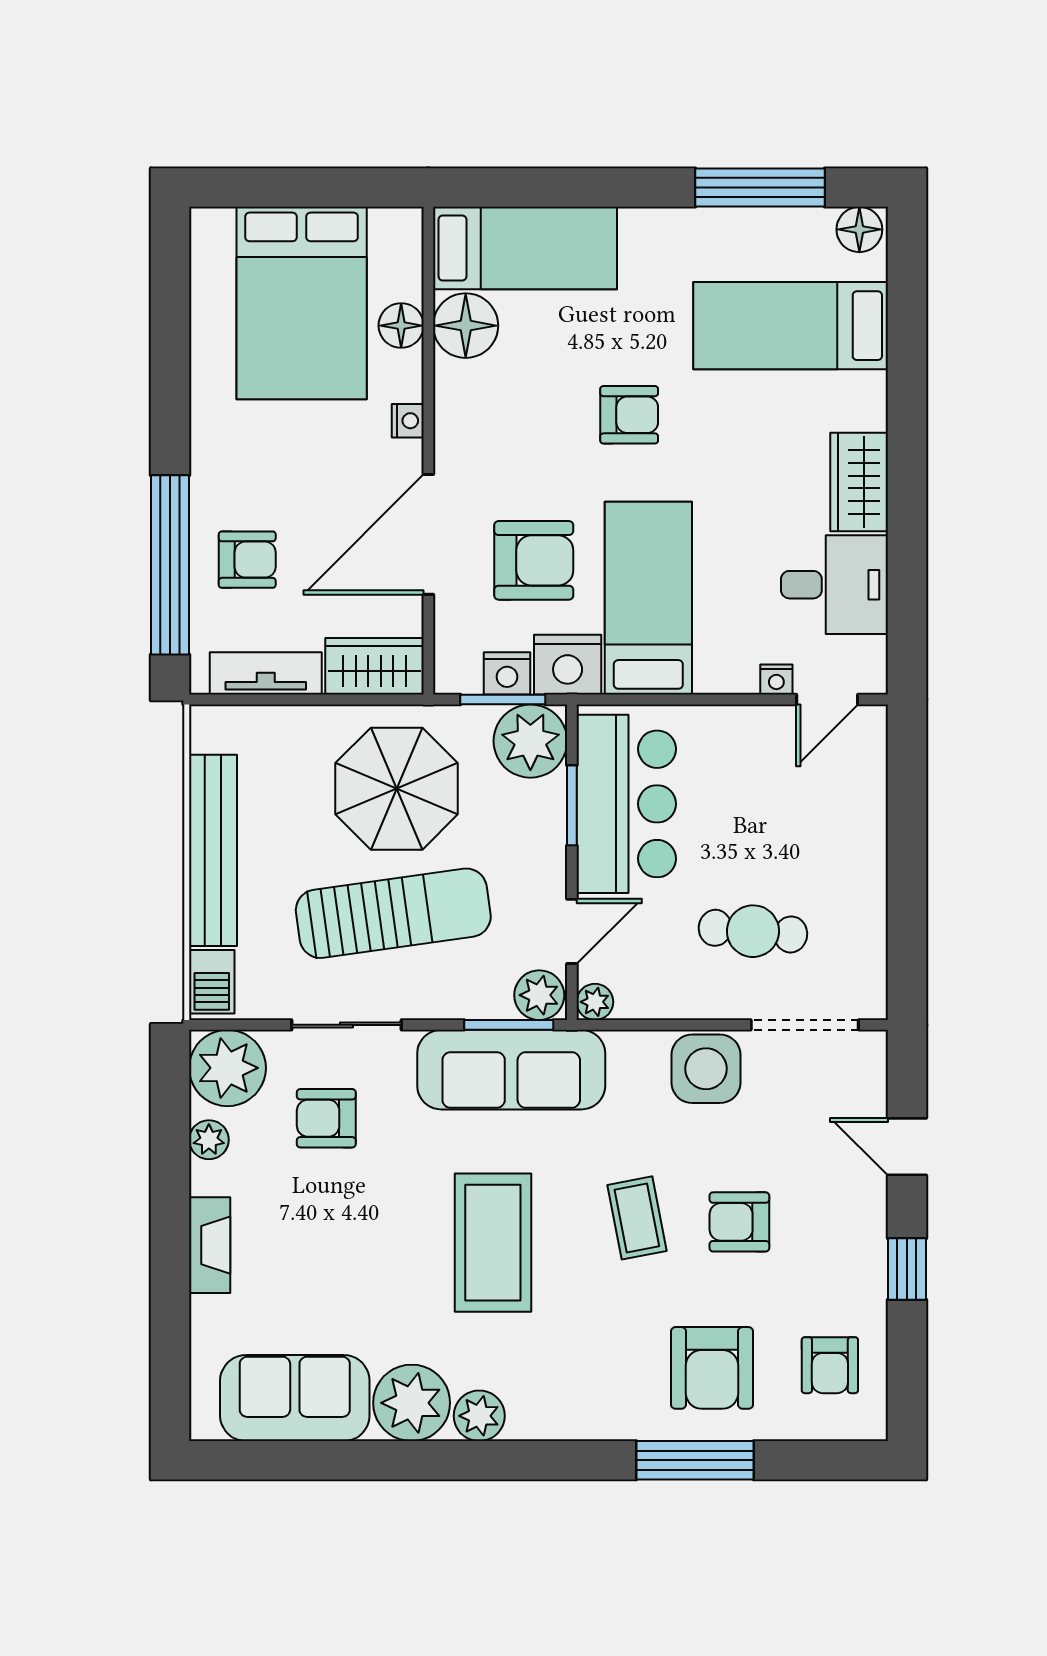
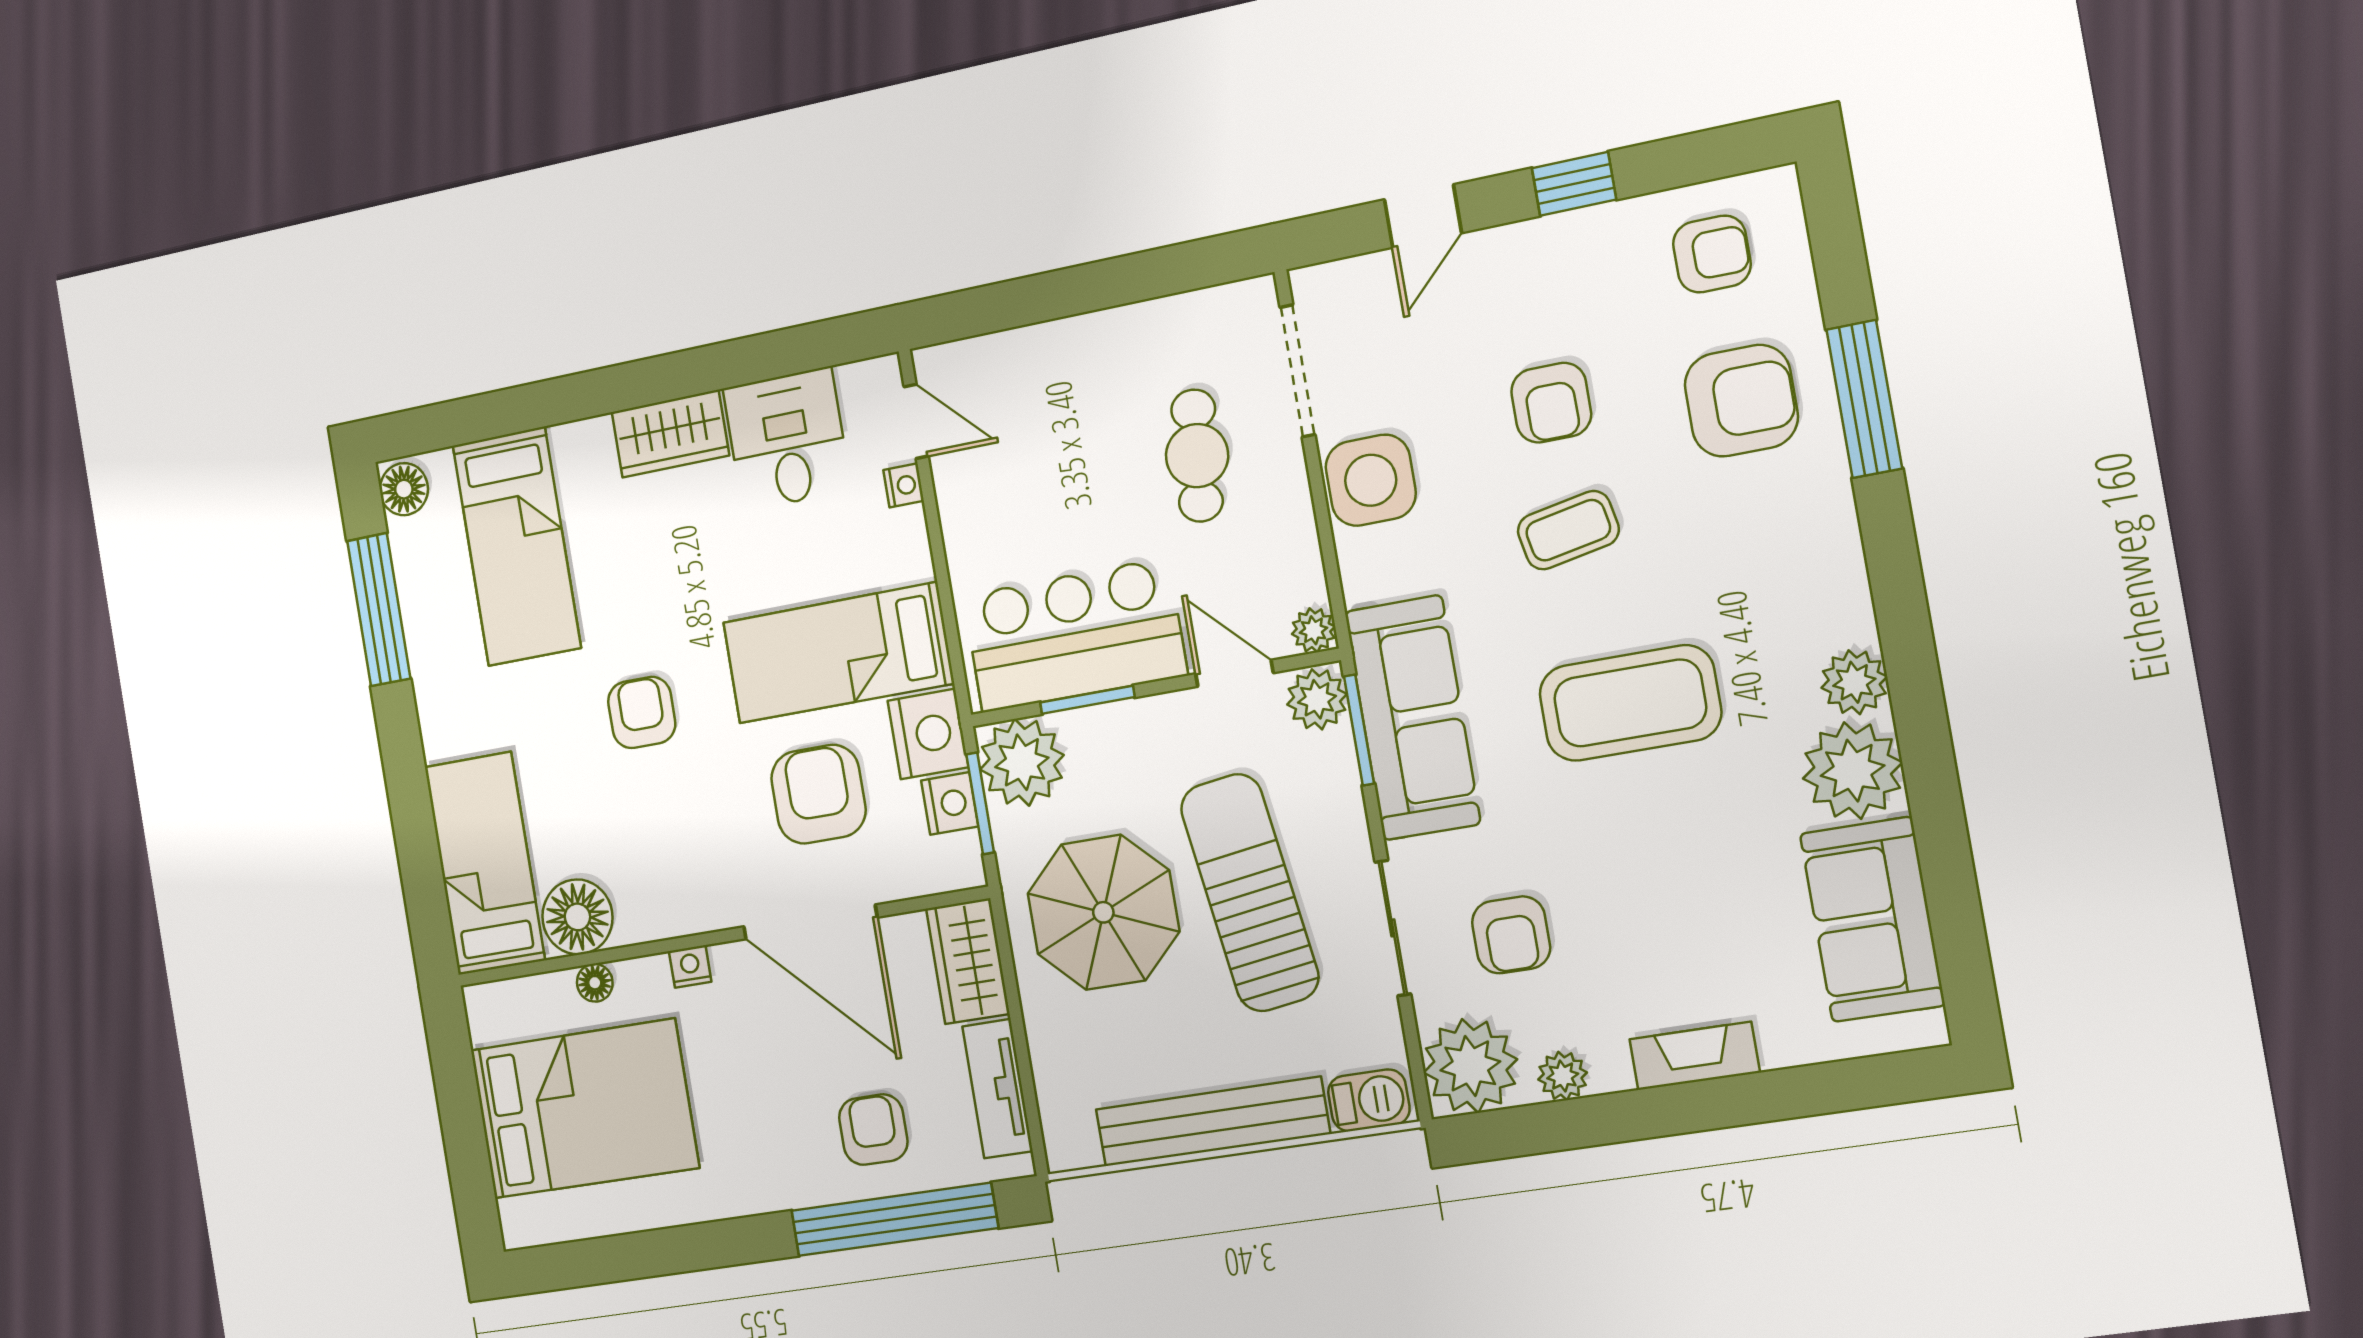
floor lamp: (401, 326) -> (595, 983), width x0.73, depth x0.73

